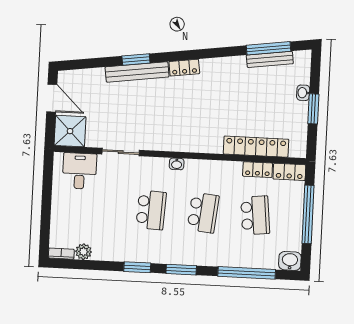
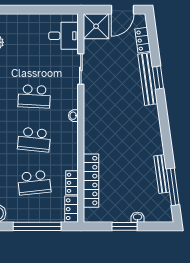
bench: (270, 59) -> (162, 174), moved
locker: (184, 68) -> (143, 40), moved

